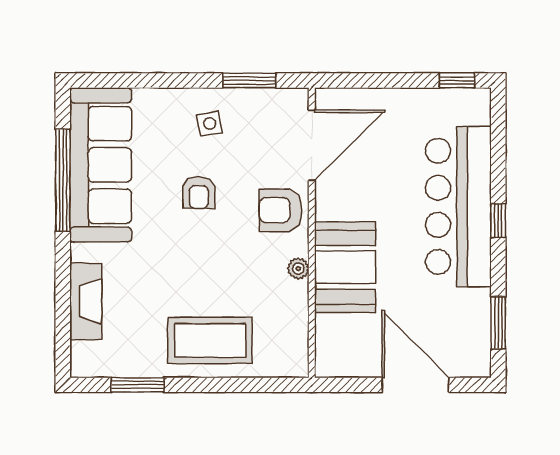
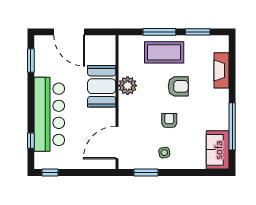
sofa: (101, 165) -> (218, 150), width x0.54, depth x0.79
armchair: (281, 210) -> (178, 86), moved
window: (498, 221) -> (31, 141), moved
plant: (298, 269) -> (128, 86), width x1.87, depth x1.87
window: (220, 385) -> (159, 32), added

